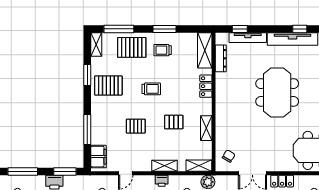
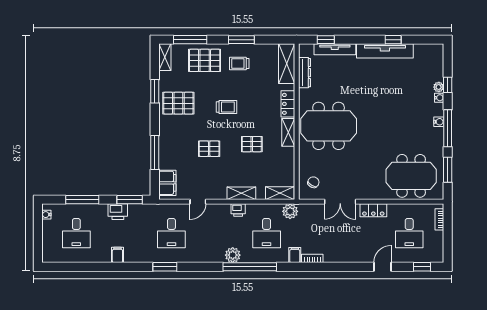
meeting table: (277, 93) -> (329, 126), moved, turned 90
shelving: (206, 128) -> (288, 132), moved

